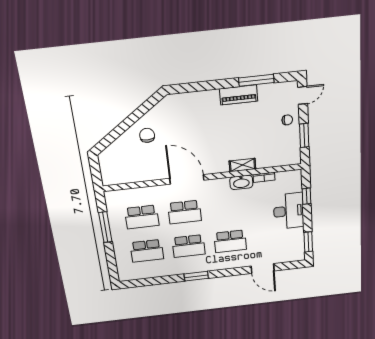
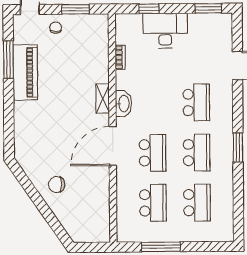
piano: (239, 95) -> (25, 72), width x1.37, depth x1.33
shelving: (242, 165) -> (103, 99), moved
washbasin: (241, 182) -> (123, 104), moved

